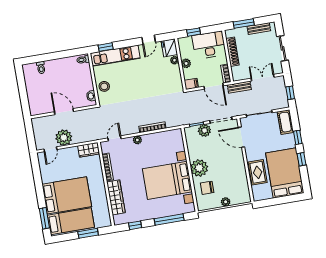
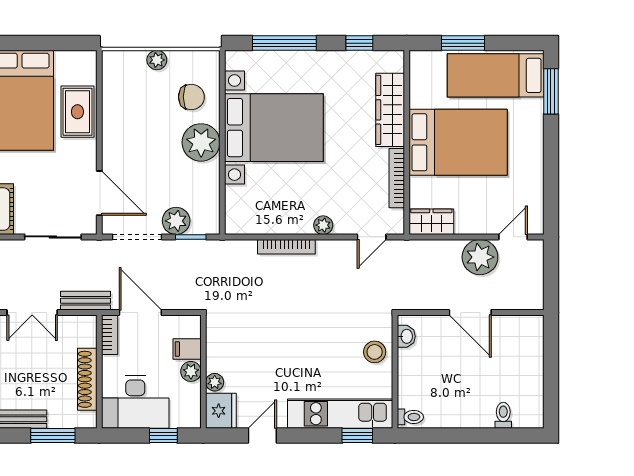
filing cabinet: (191, 84) -> (187, 349), moved
bed: (67, 195) -> (458, 142), moved, turned 180

